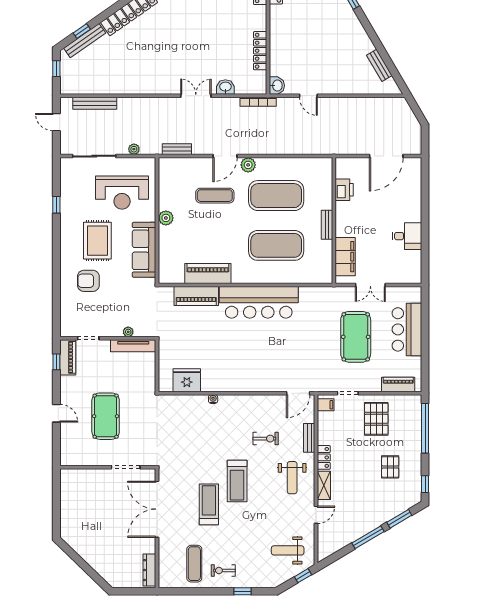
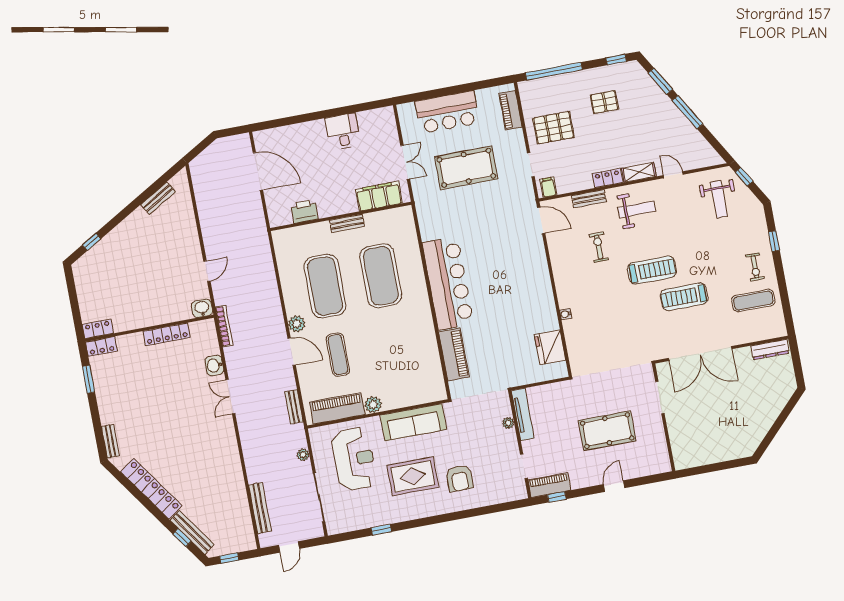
piano: (208, 274) -> (337, 408), moved, turned 90

